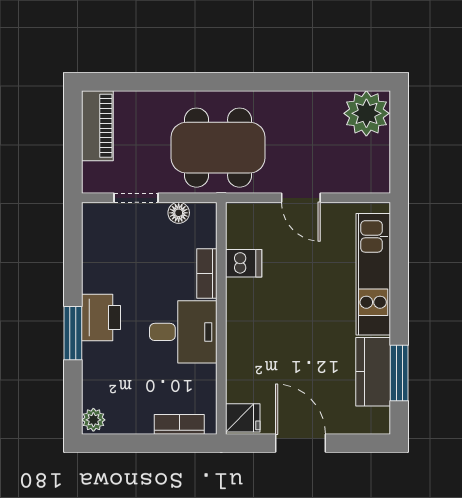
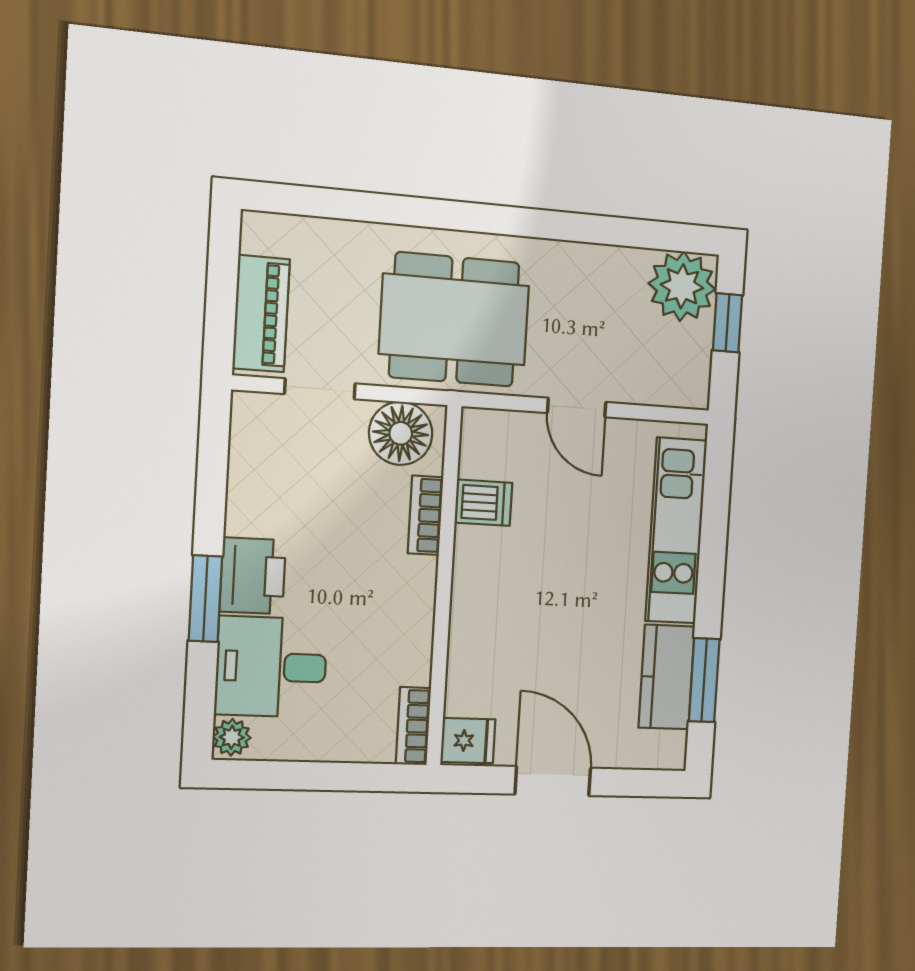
piano: (97, 126) -> (261, 314), moved
window: (399, 135) -> (727, 323), added
floor lamp: (179, 213) -> (401, 433), width x1.89, depth x1.89
desk: (183, 332) -> (271, 667), moved, turned 180
bookcase: (179, 424) -> (413, 726), moved, turned -90

